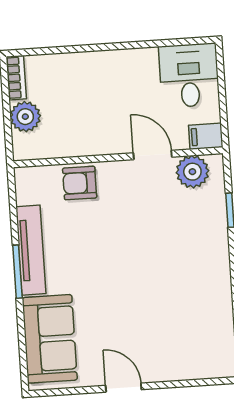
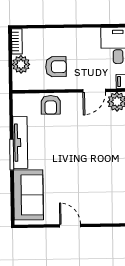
armchair: (85, 117) -> (56, 67), added
door: (153, 155) -> (94, 91), swing flipped
armchair: (80, 183) -> (51, 105), turned -90

